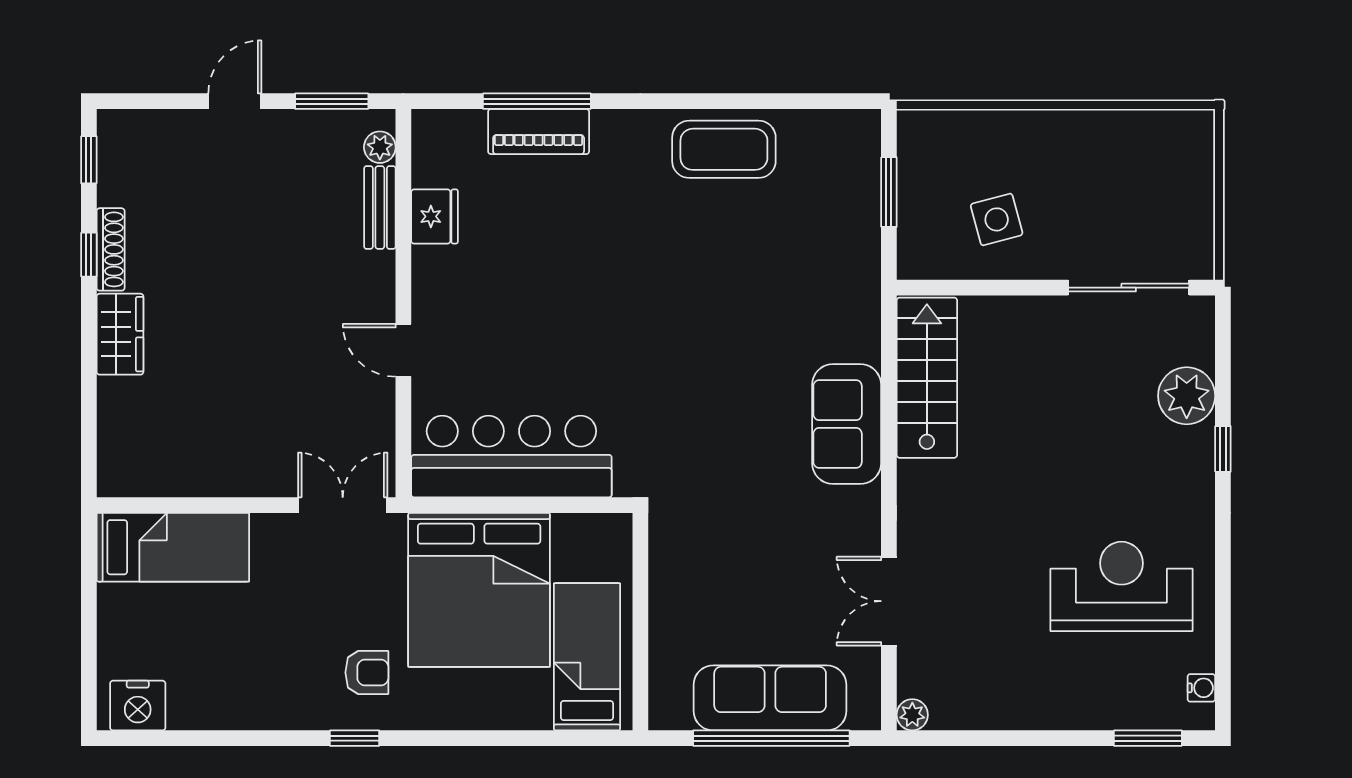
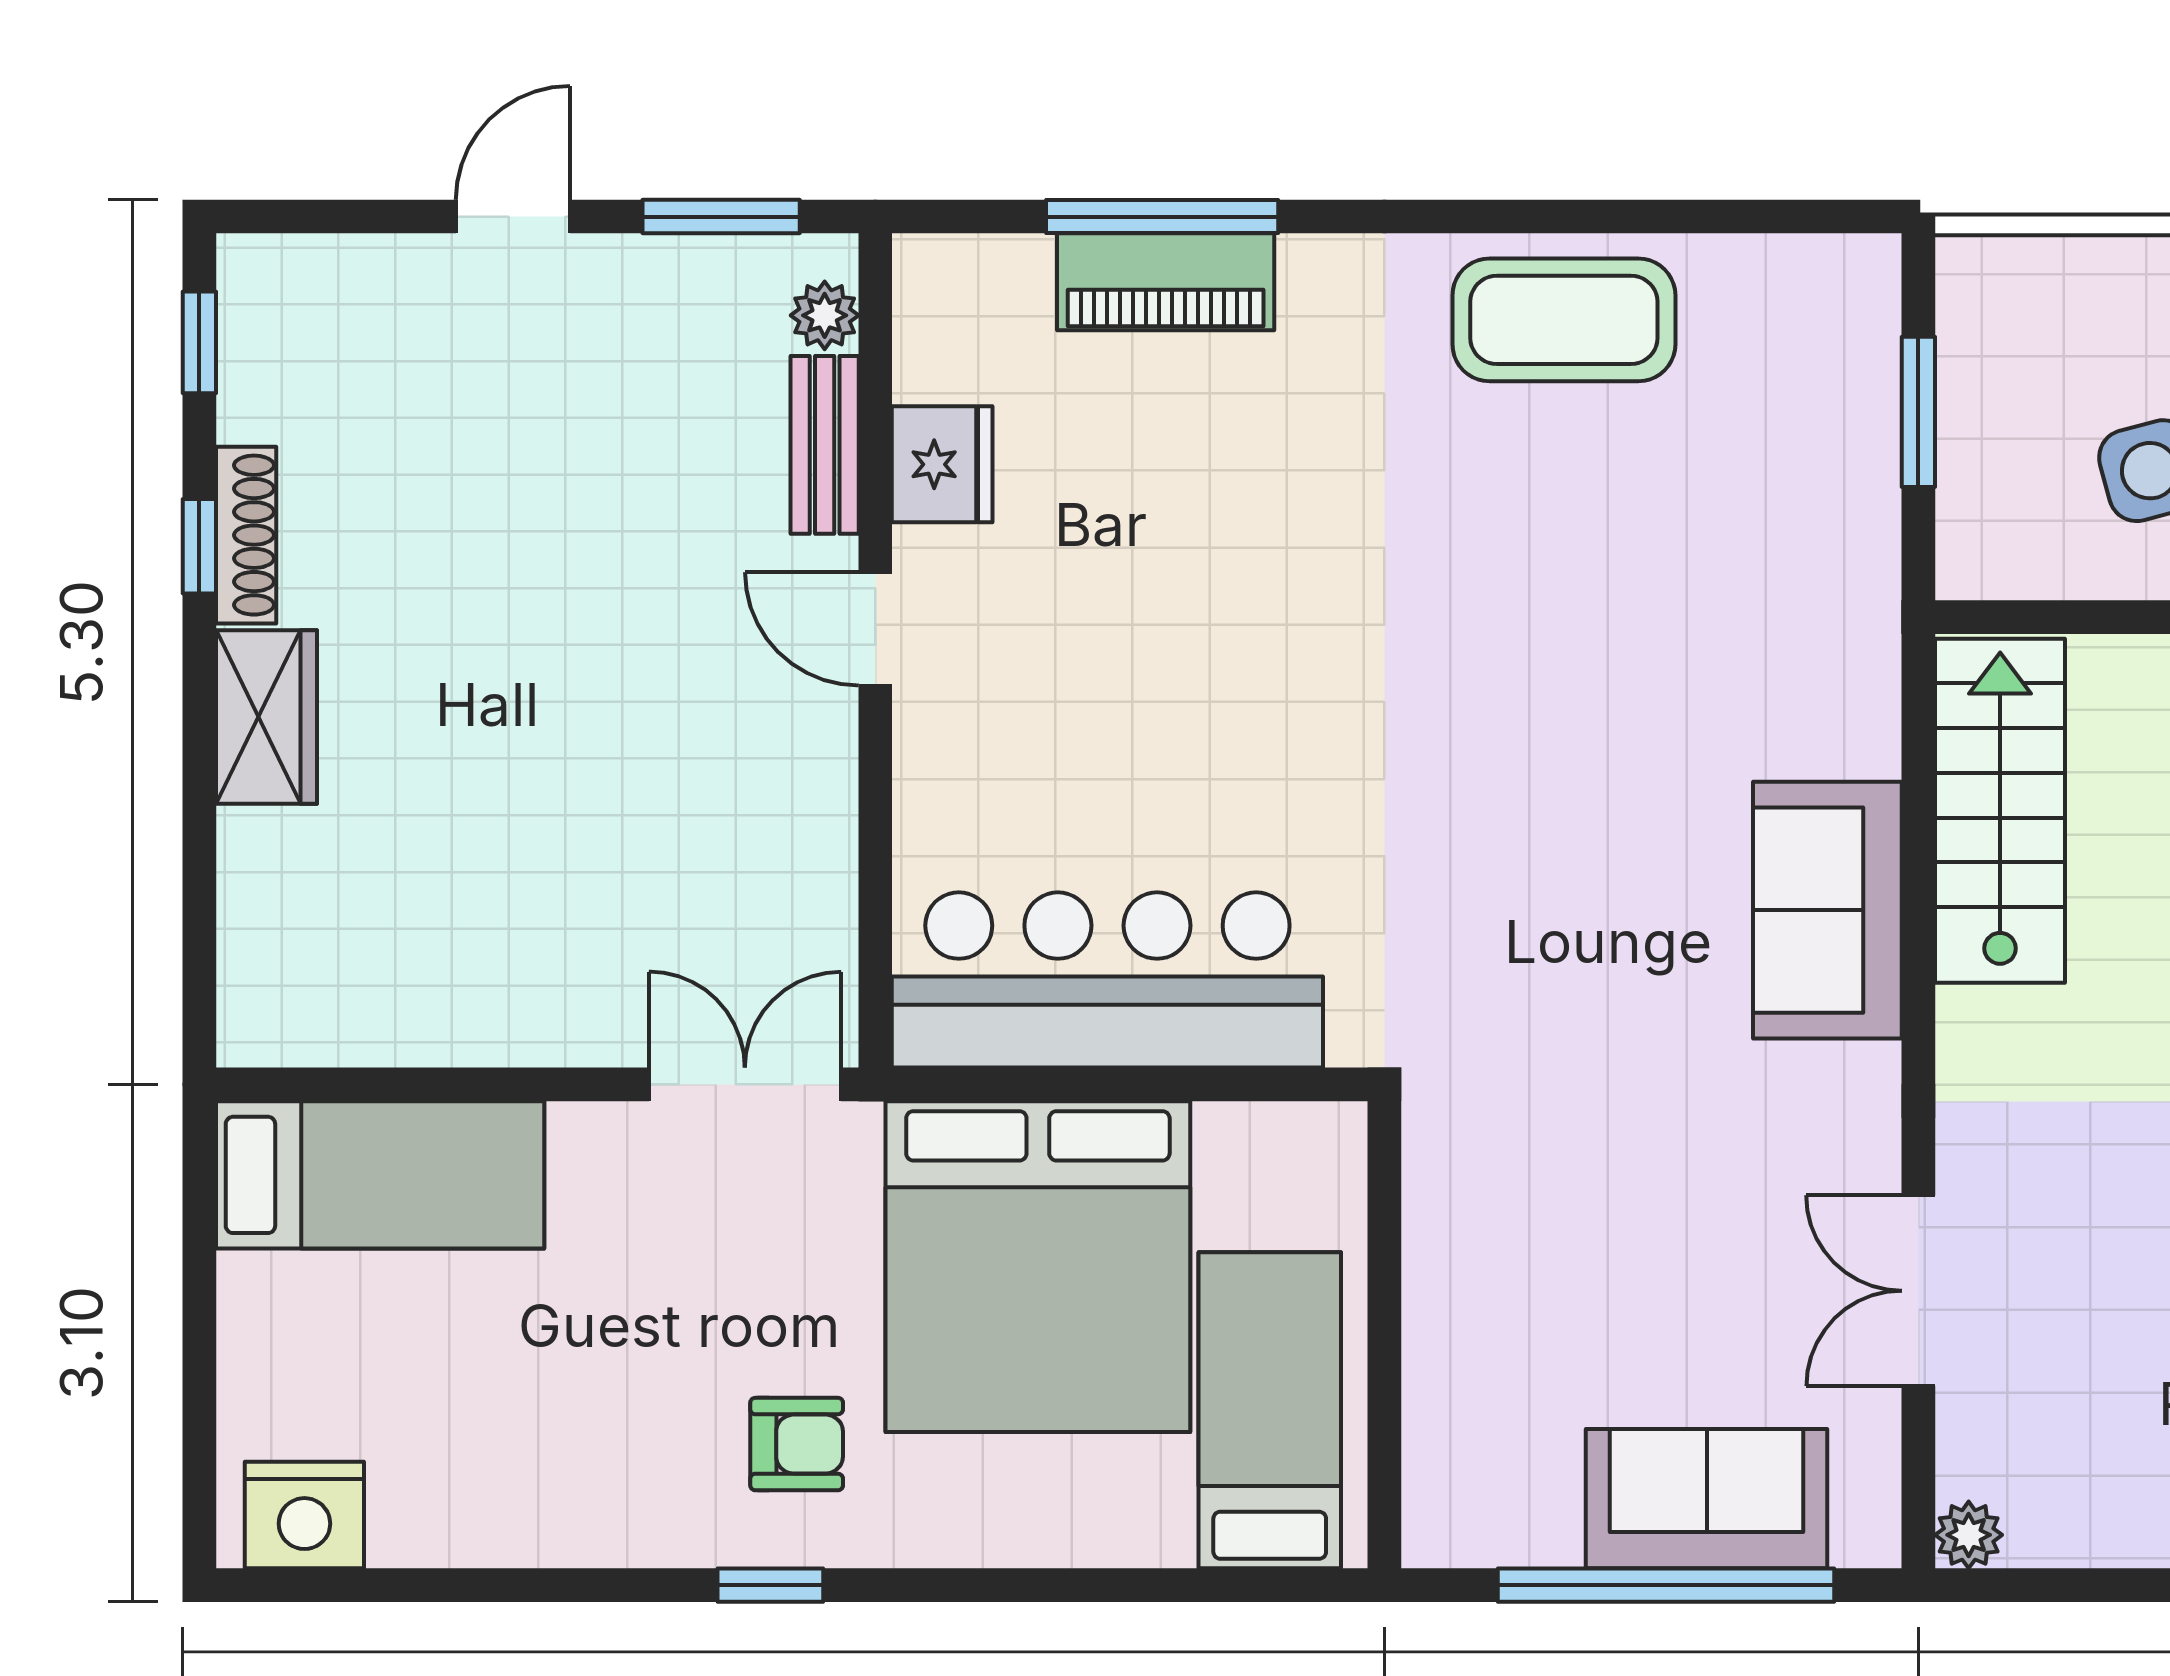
door: (403, 350) -> (875, 629), moved
sofa: (770, 698) -> (1707, 1499), width x0.73

